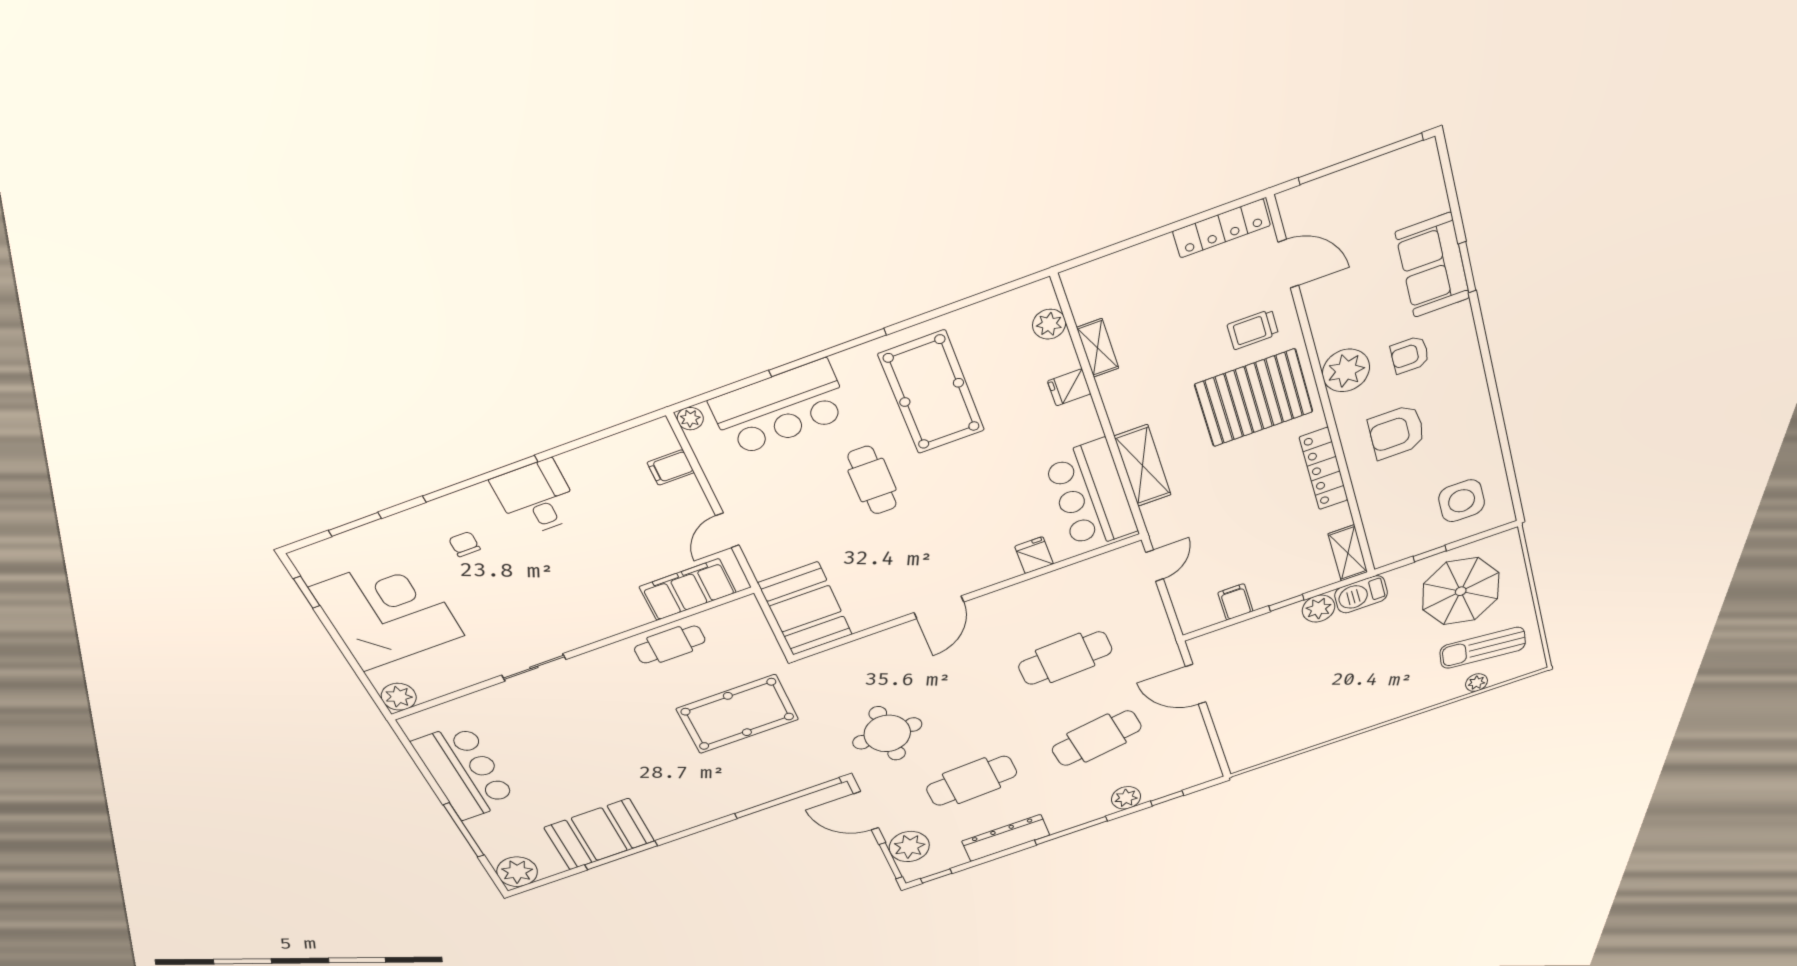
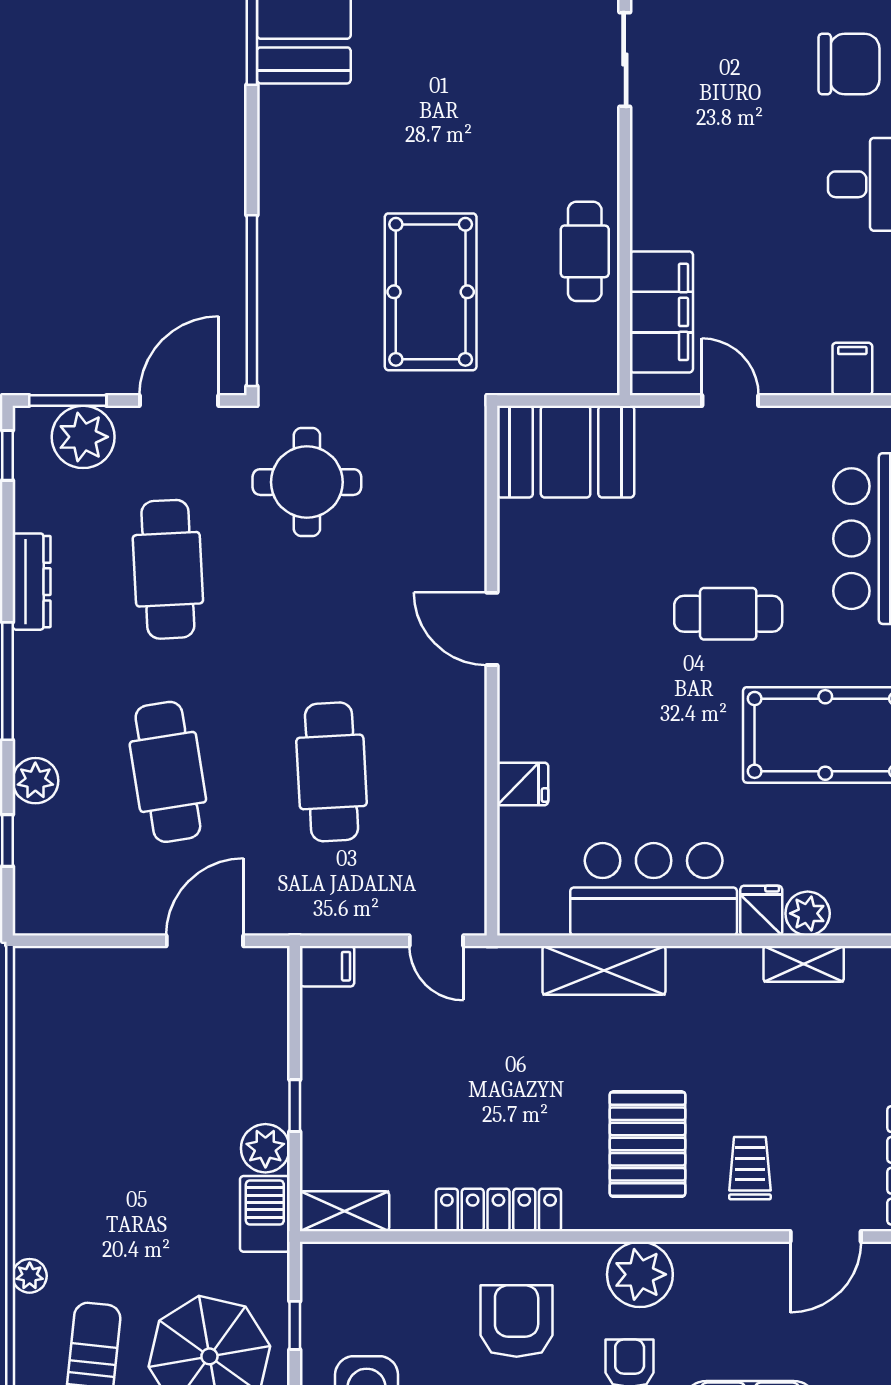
plant: (1049, 324) -> (808, 913), moved
pallet: (1254, 398) -> (648, 1144), width x0.73, depth x0.71
bar counter: (1091, 495) -> (654, 889), moved
chair: (464, 544) -> (849, 64), width x1.87, depth x1.87
filing cabinet: (1235, 602) -> (327, 966), moved
plant: (1477, 683) -> (30, 1276), moved
dresser: (1006, 838) -> (32, 582), width x0.73, depth x0.80

